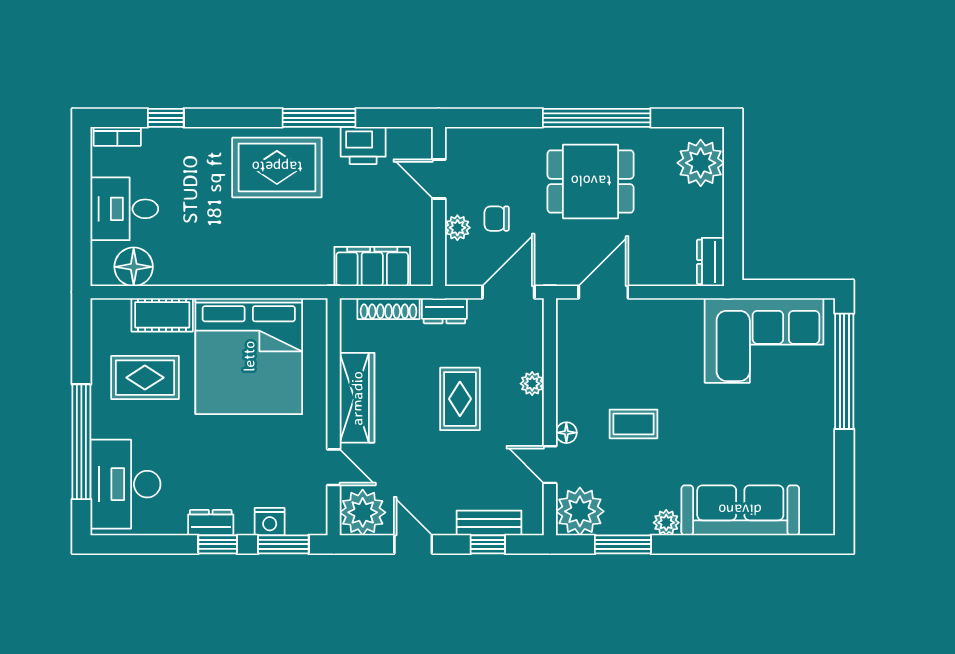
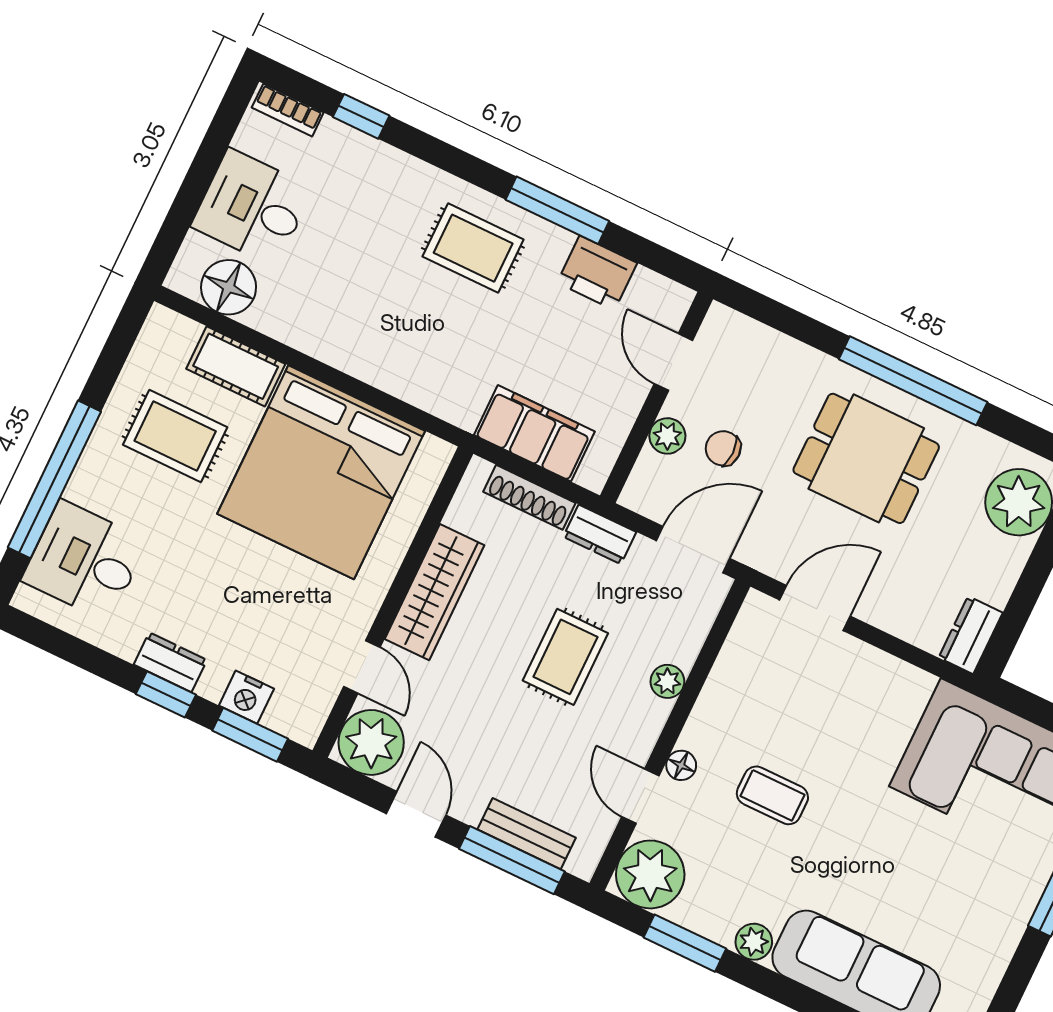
rug: (277, 167) -> (473, 248), width x0.73, depth x0.70
desk: (125, 484) -> (85, 561), width x0.73
window: (488, 544) -> (512, 860), width x2.17

